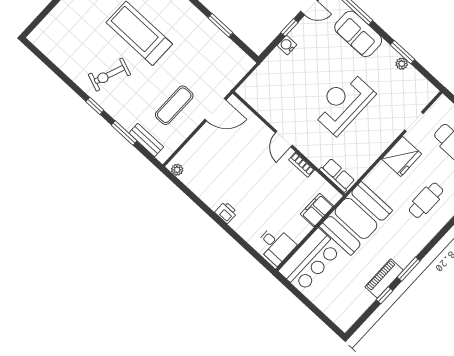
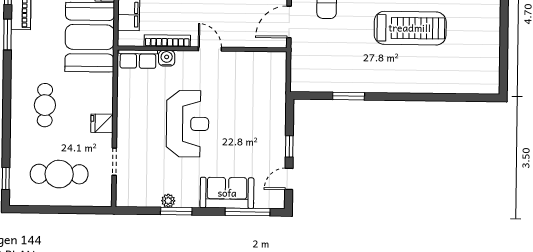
water cooler: (287, 45) -> (167, 58), moved, turned -90
fridge: (402, 156) -> (102, 123), width x0.53, depth x0.75
bookcase: (302, 165) -> (167, 41), width x1.56

